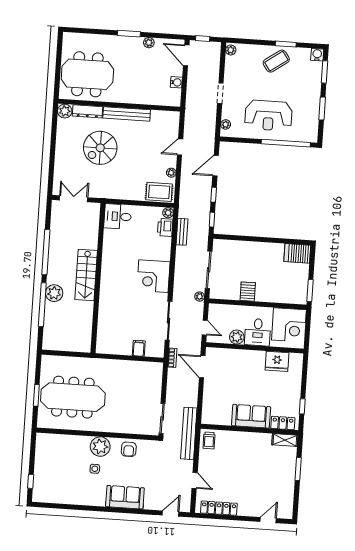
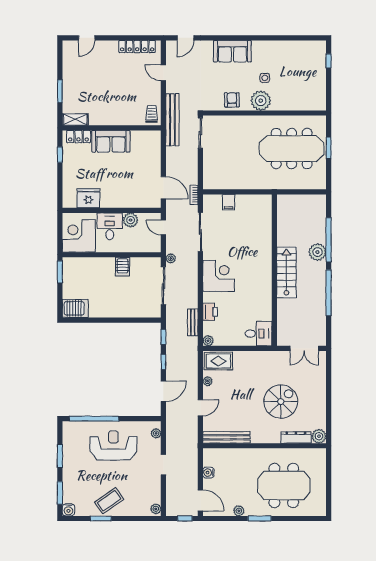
meeting table: (87, 74) -> (284, 485), moved
bench: (127, 114) -> (226, 437), moved
printer: (165, 227) -> (210, 312), moved

